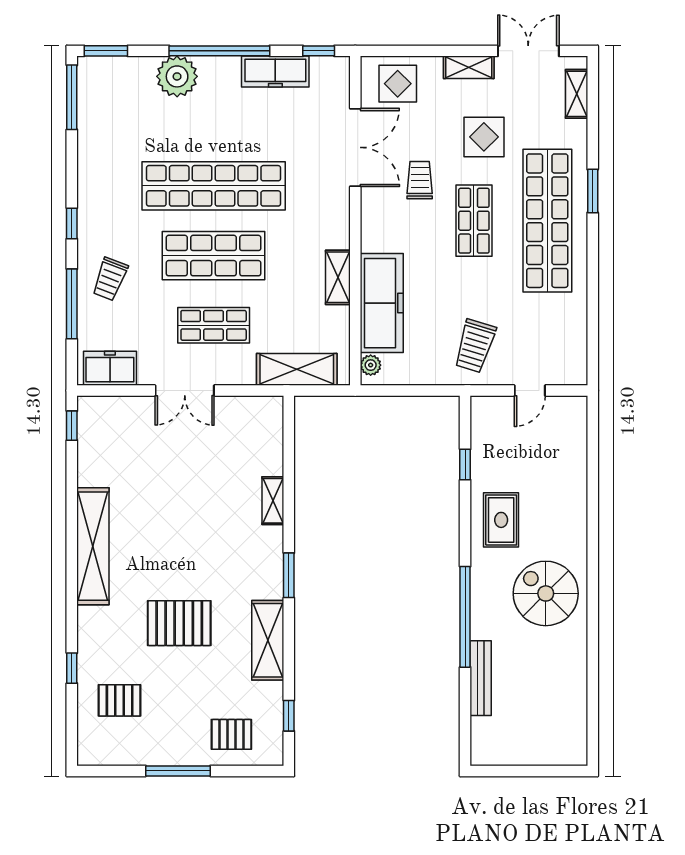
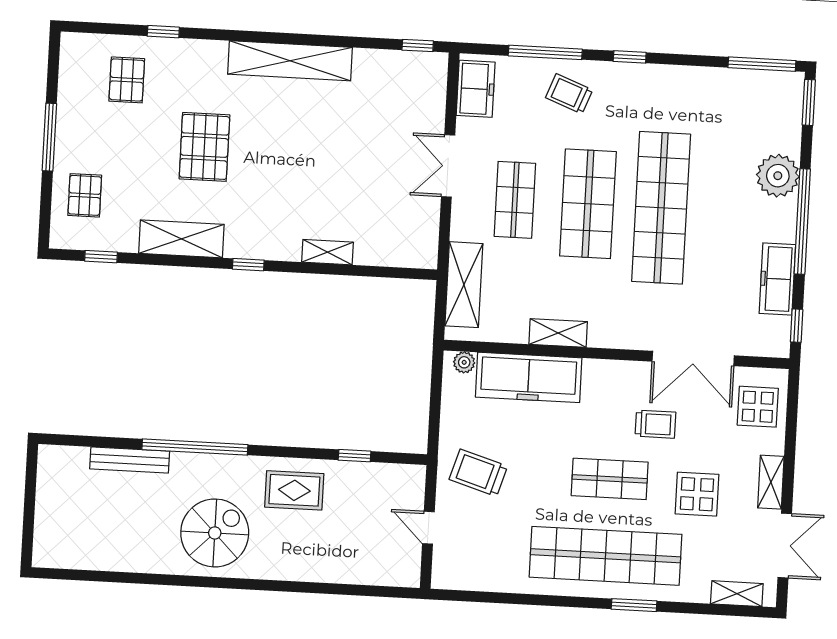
window: (289, 575) -> (248, 265), width x0.67

